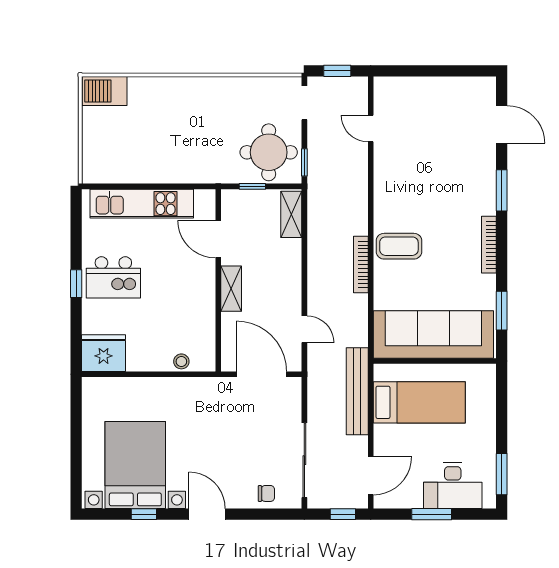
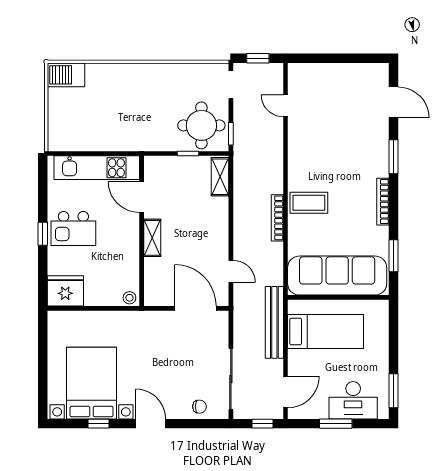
door: (218, 239) -> (142, 197), moved
wall: (218, 280) -> (142, 231), moved
shelving: (231, 289) -> (152, 238), moved

